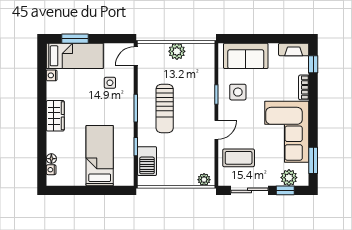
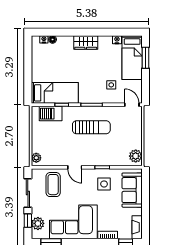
plant: (177, 51) -> (136, 156), moved
sun lounger: (165, 109) -> (91, 127), turned 180
bed: (100, 156) -> (55, 93), moved

